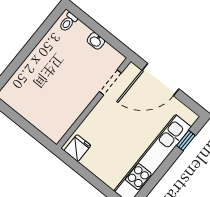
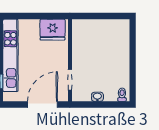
fridge: (77, 148) -> (53, 30), width x1.88, depth x1.34

